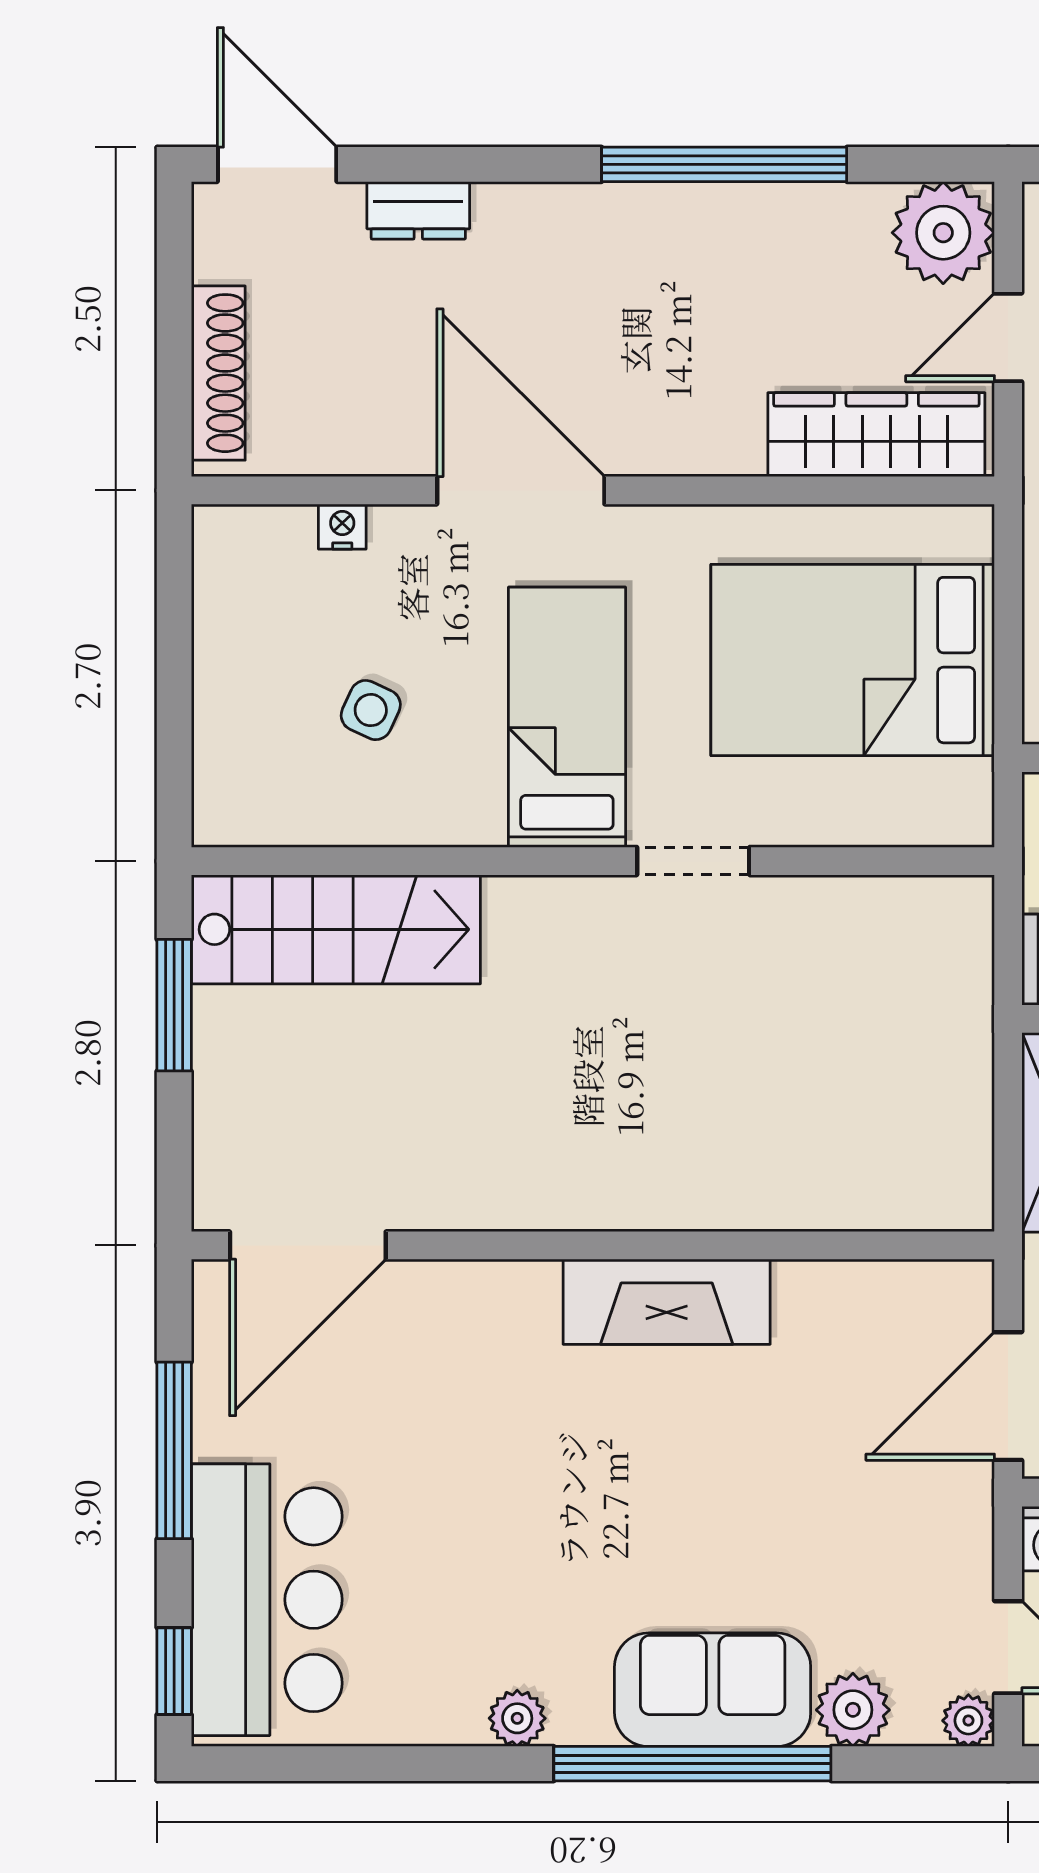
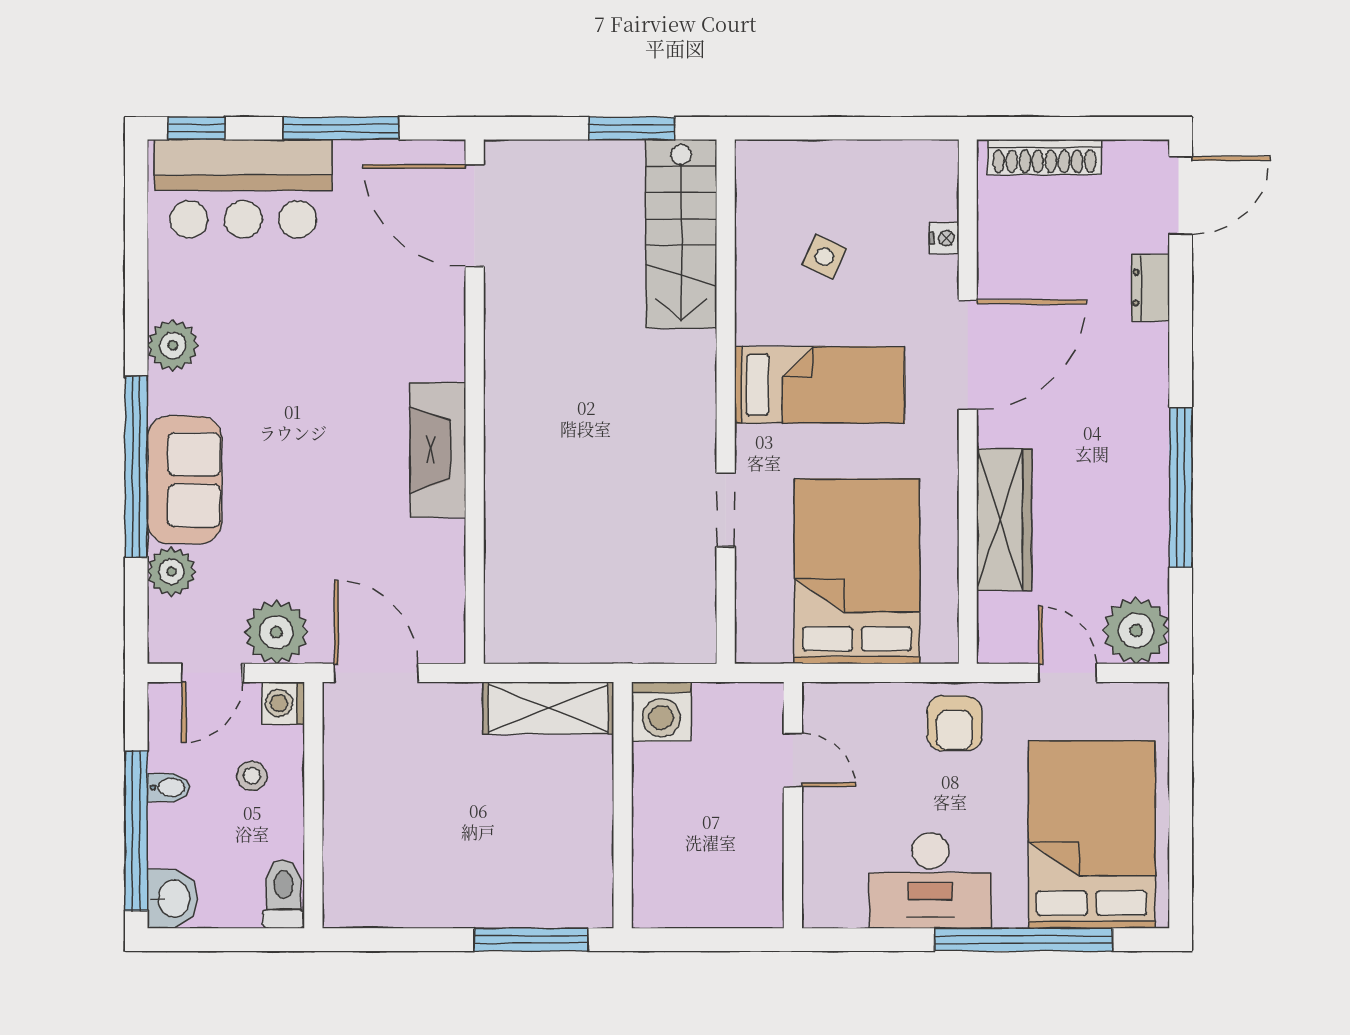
wardrobe: (876, 435) -> (1004, 520), moved
doorway: (693, 861) -> (726, 510), moved
plant: (517, 1718) -> (173, 345), width x1.38, depth x1.38
plant: (968, 1721) -> (276, 632), moved, width x1.88, depth x1.88

